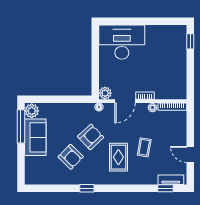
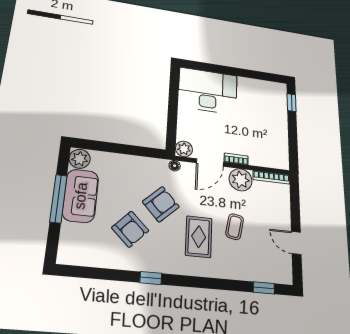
plant: (152, 108) -> (241, 180), width x1.87, depth x1.87
window: (21, 126) -> (58, 199), moved
tv unit: (171, 180) -> (271, 276), removed

